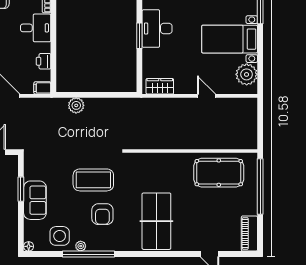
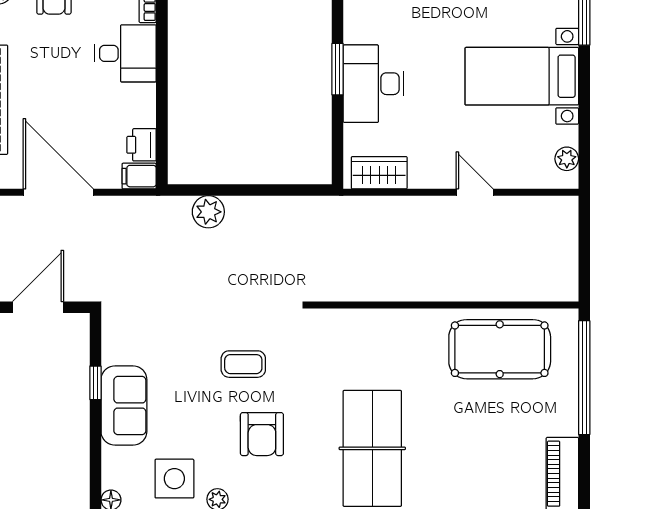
desk: (157, 28) -> (374, 84), moved
printer: (44, 61) -> (142, 145), moved
plant: (247, 74) -> (567, 159), width x0.53, depth x0.53
coffee table: (93, 180) -> (243, 364), width x0.54, depth x0.58
window: (21, 189) -> (95, 383), width x0.67

